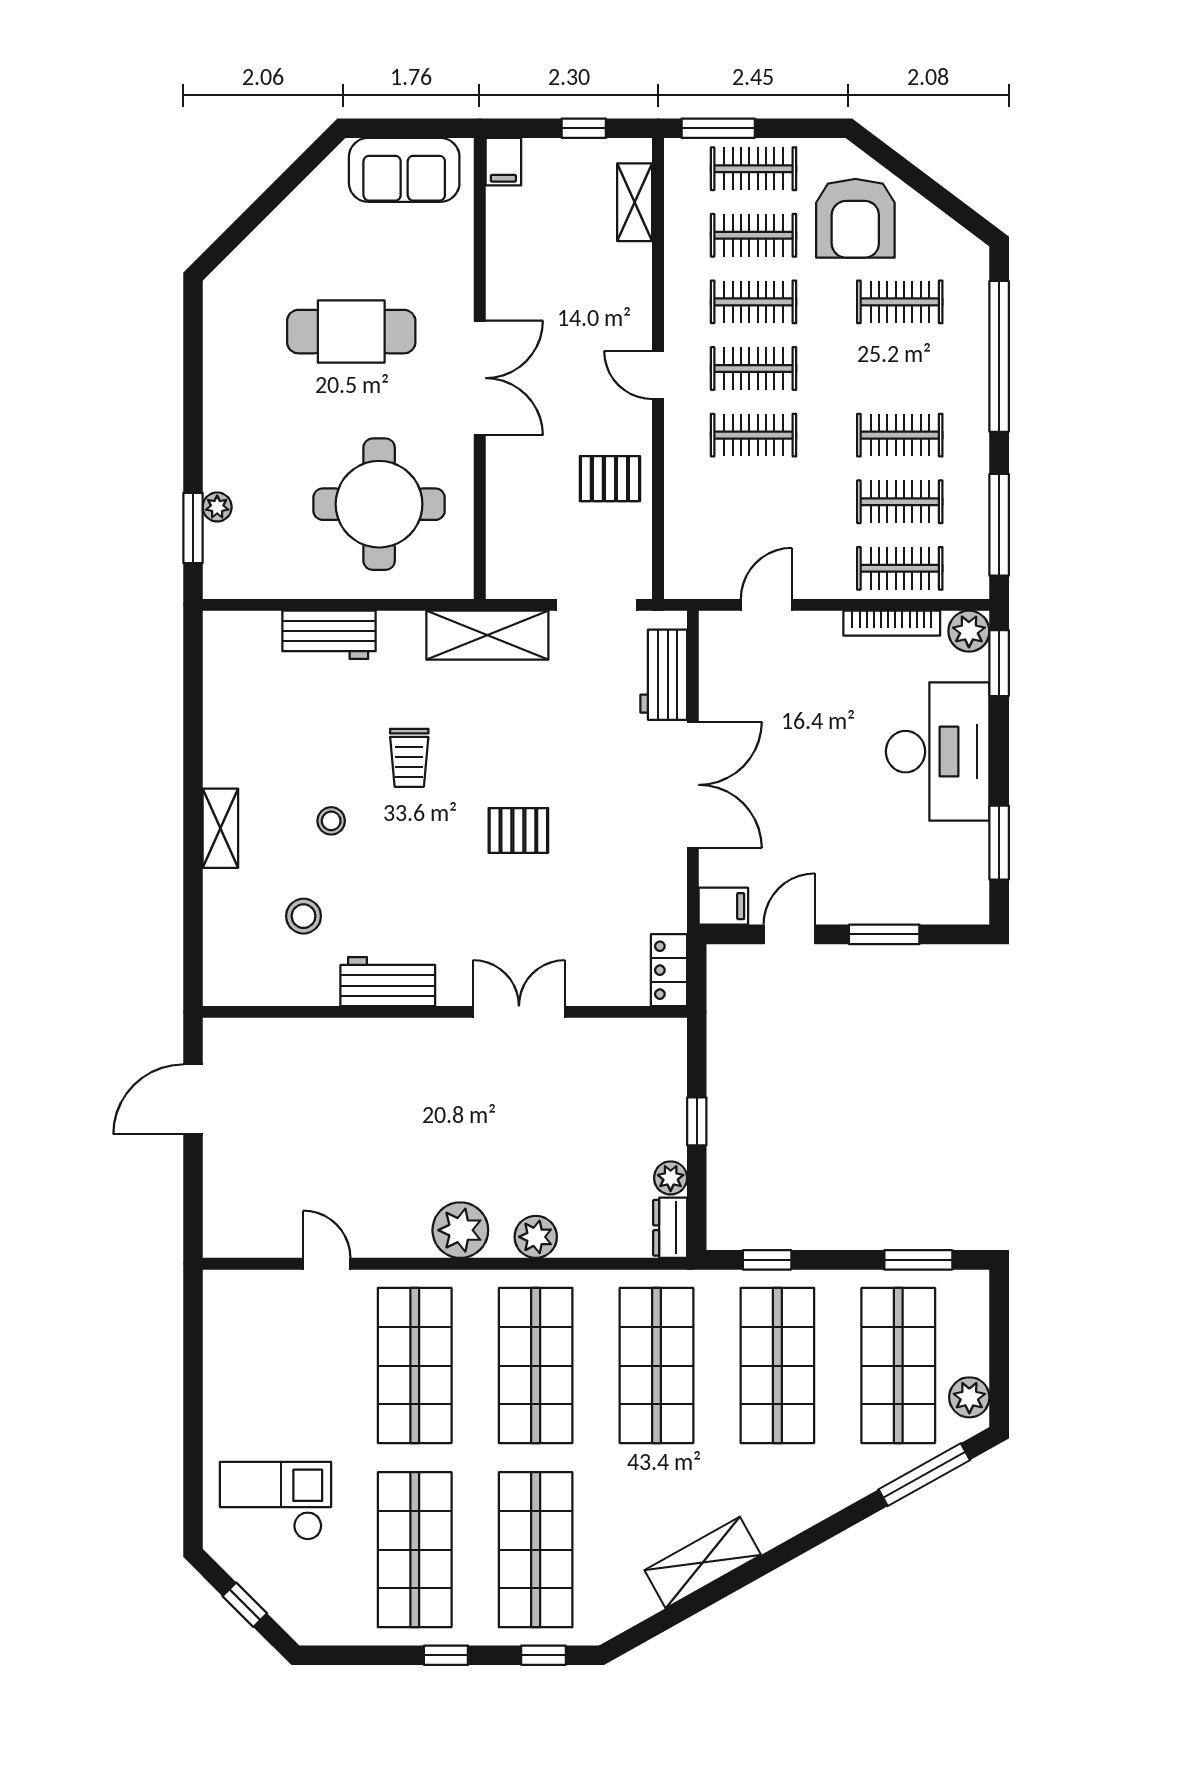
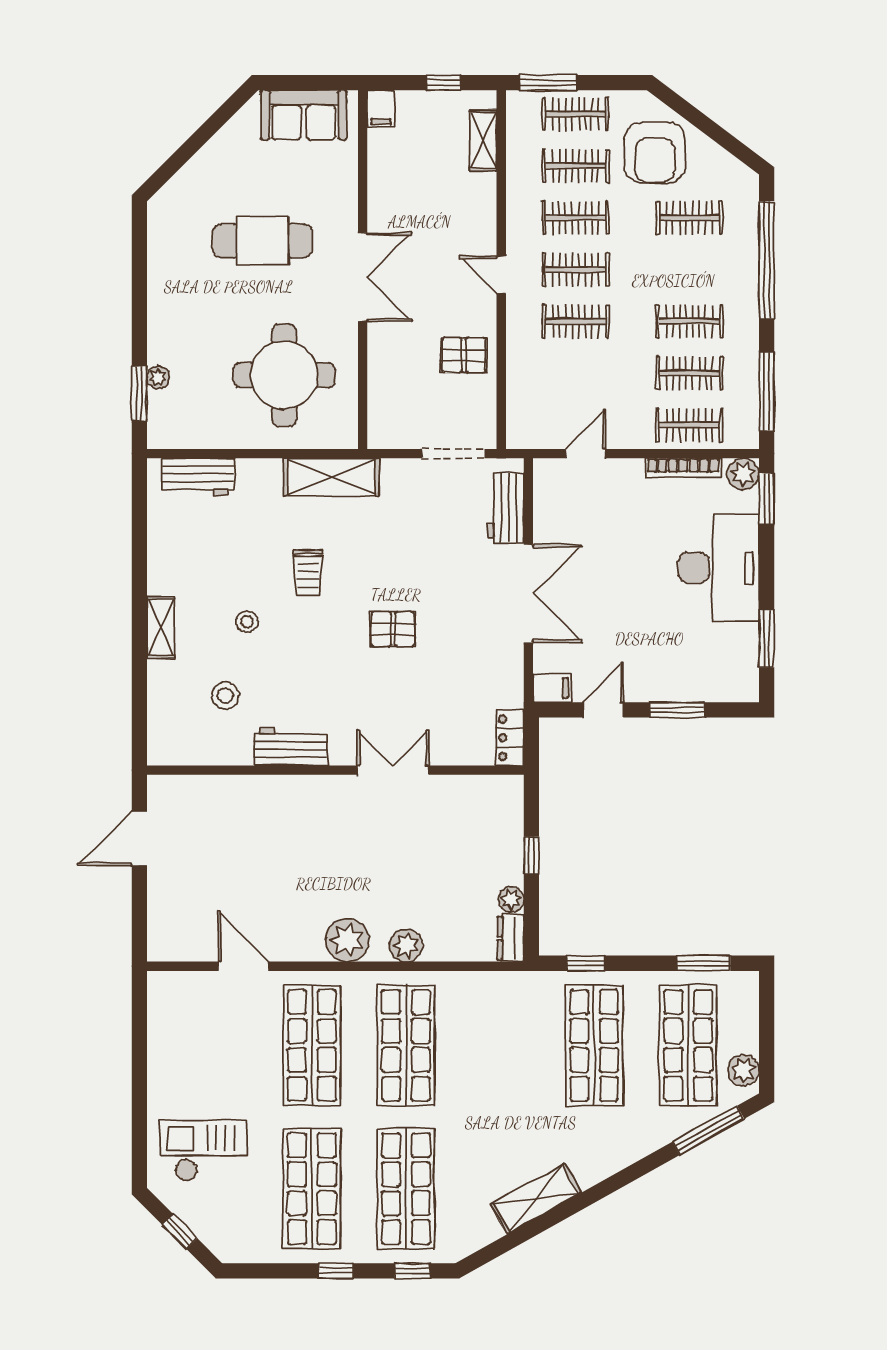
workbench: (329, 635) -> (198, 477), moved
shelving: (487, 635) -> (331, 477), moved
door: (327, 1264) -> (243, 966), width x1.38
shop shelf: (656, 1366) -> (500, 1045), removed

